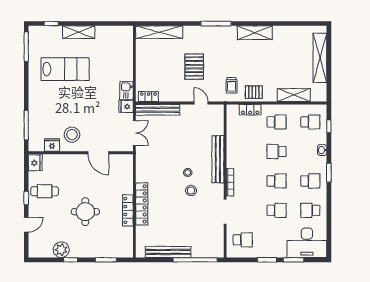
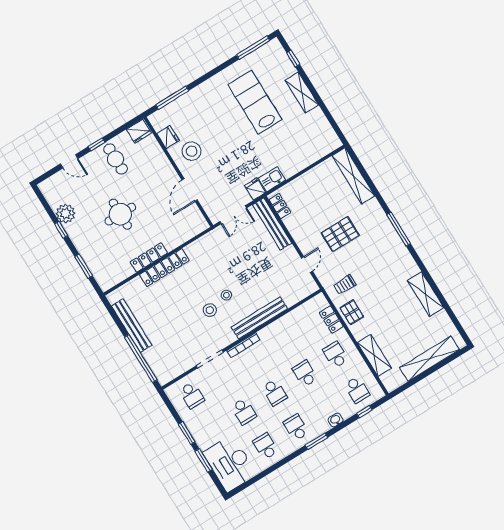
shelving: (255, 33) -> (426, 294), moved
lab bench: (65, 69) -> (255, 102), turned 180
school desk: (277, 122) -> (335, 355), turned 180
school desk: (310, 181) -> (296, 427), turned 180

